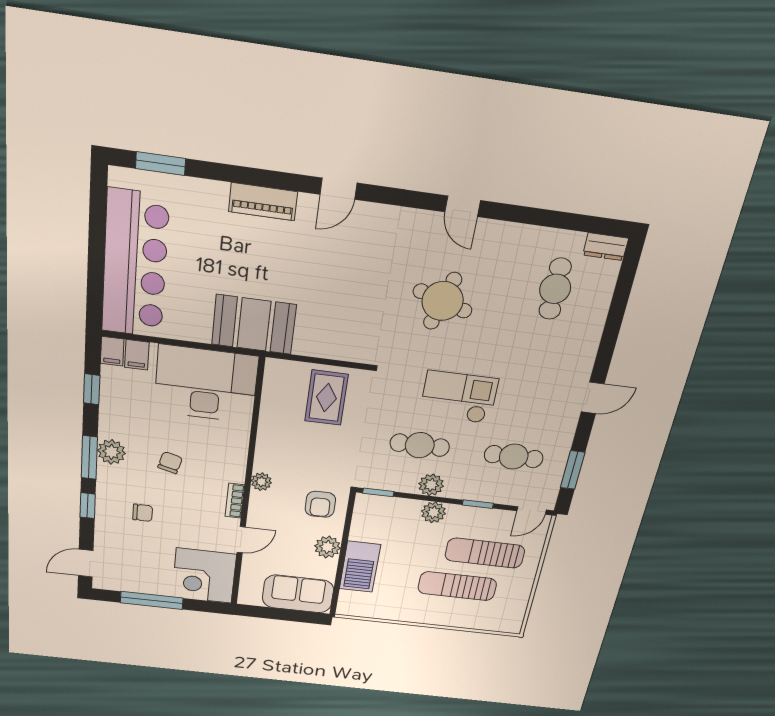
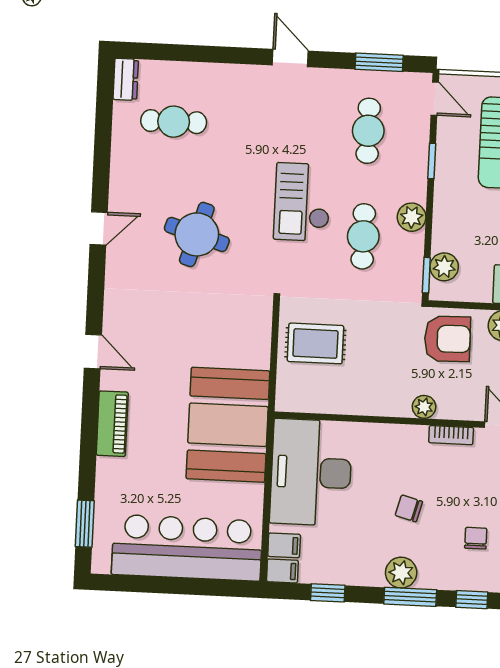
booth: (254, 325) -> (228, 425), width x1.36, depth x1.42
armchair: (320, 504) -> (447, 339), width x1.38, depth x1.38
plant: (434, 512) -> (444, 267), moved

